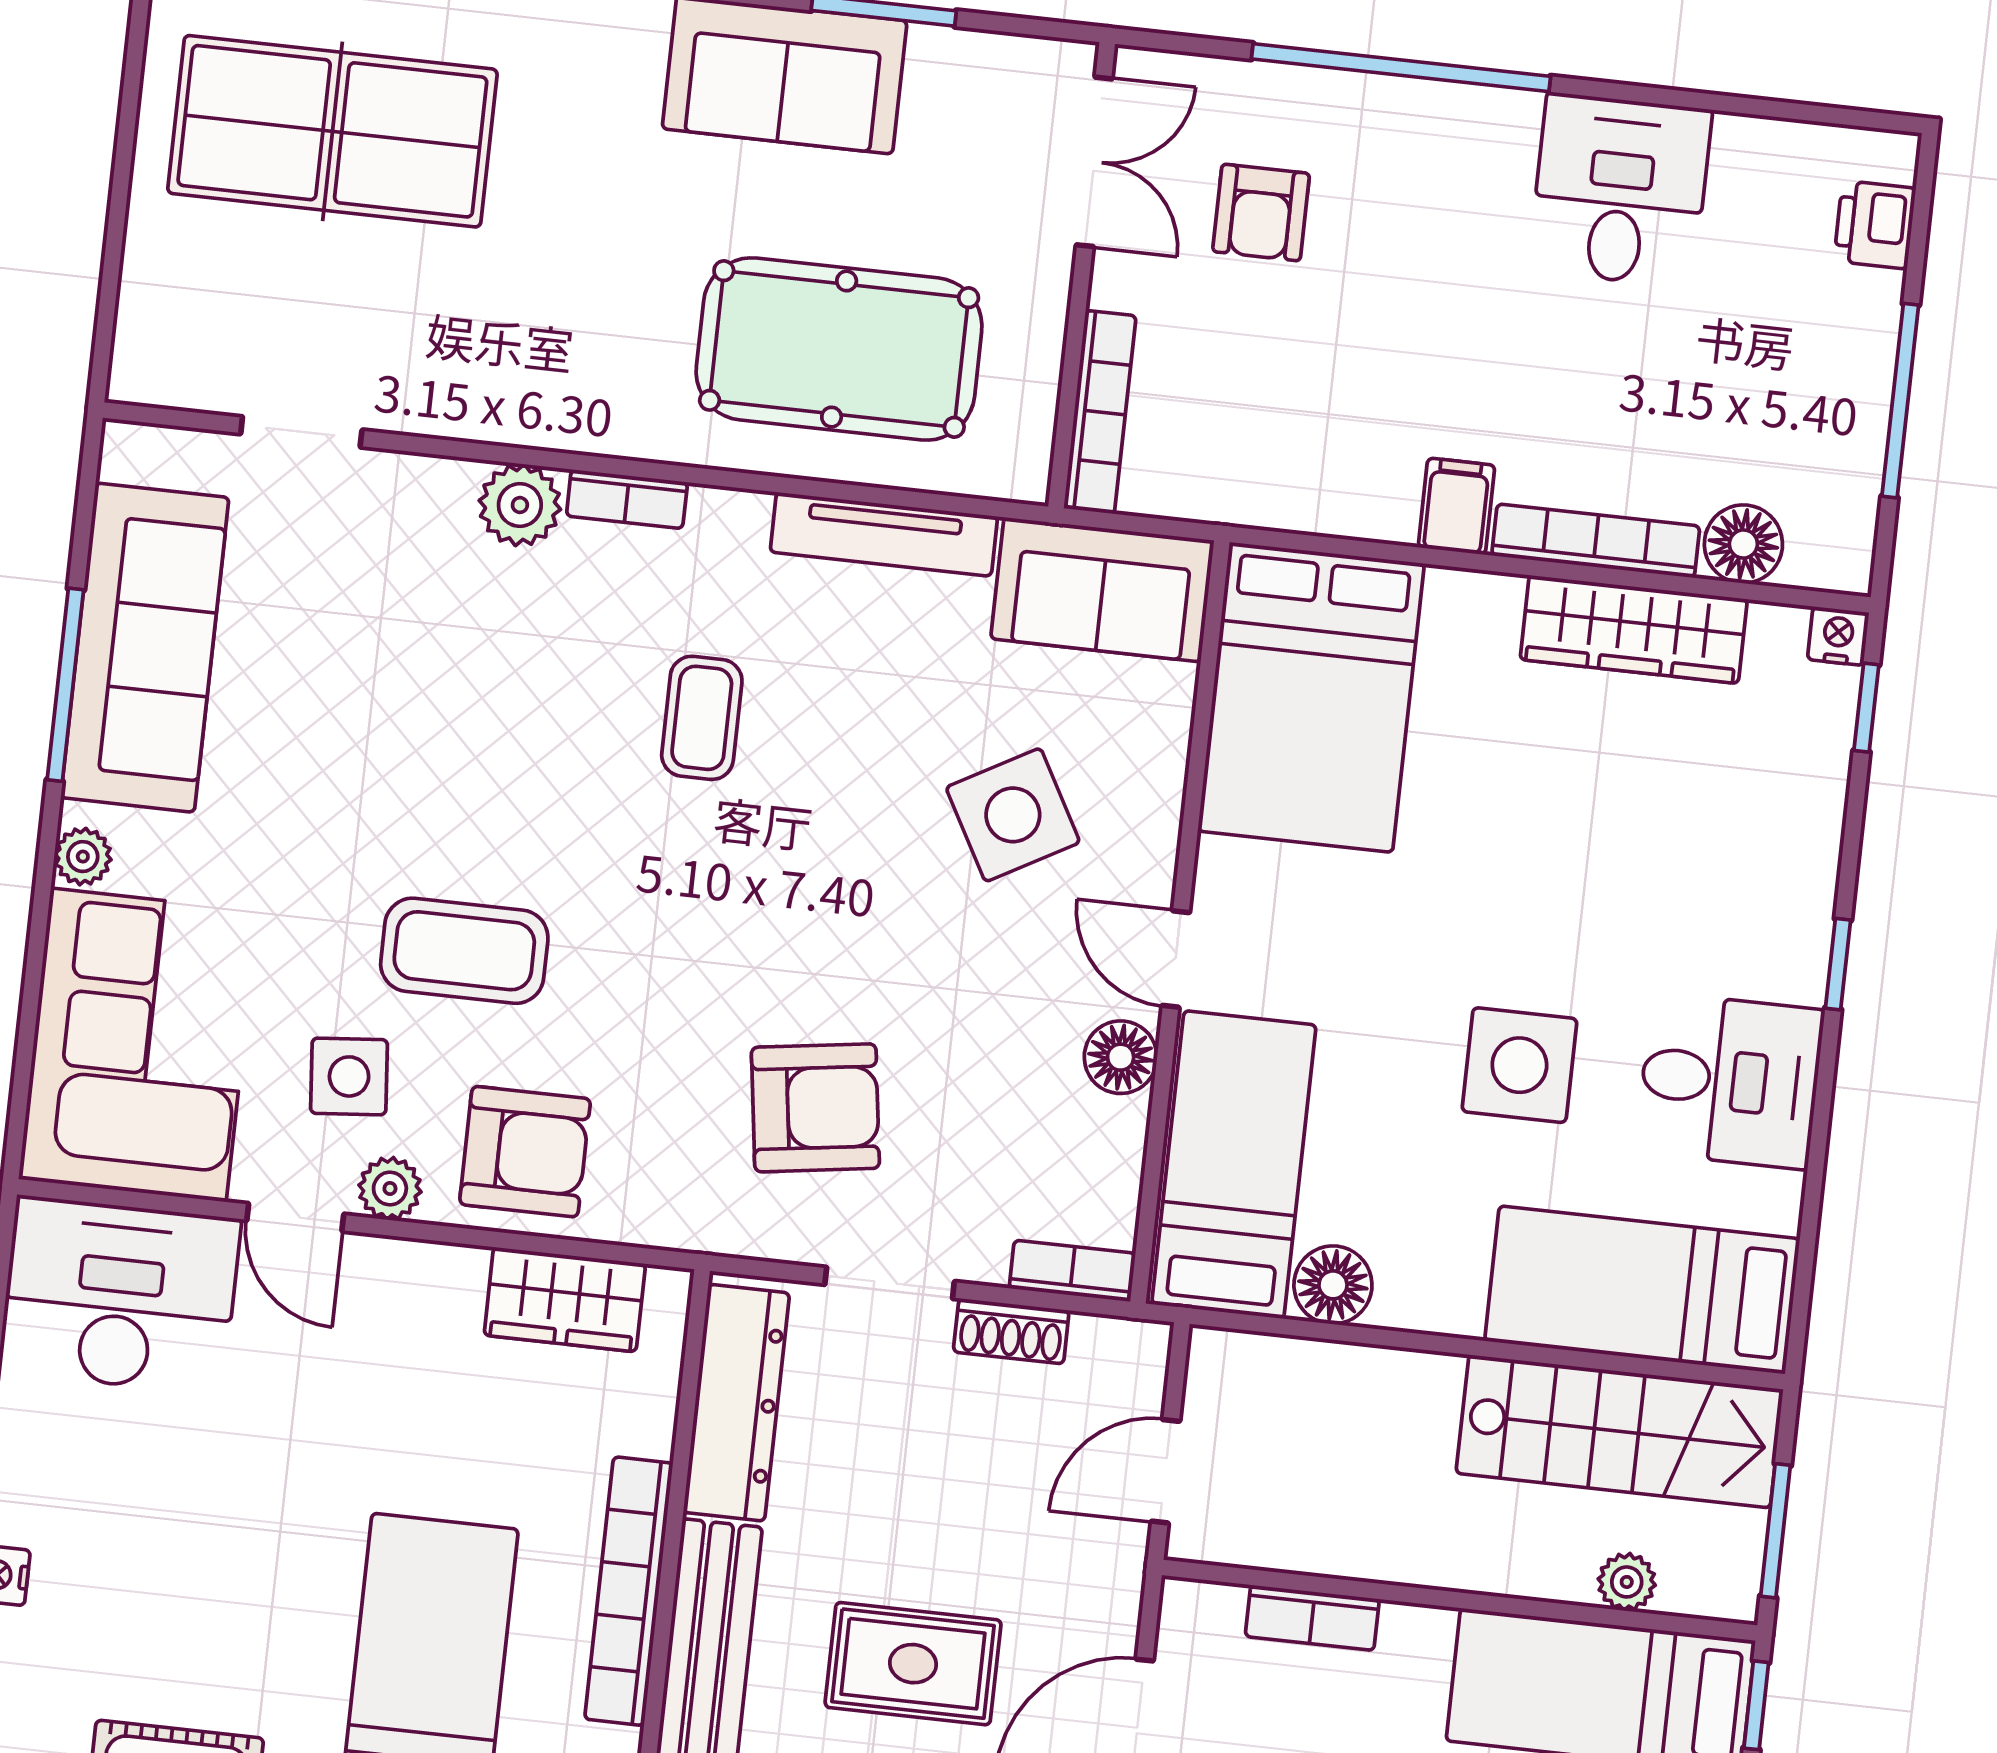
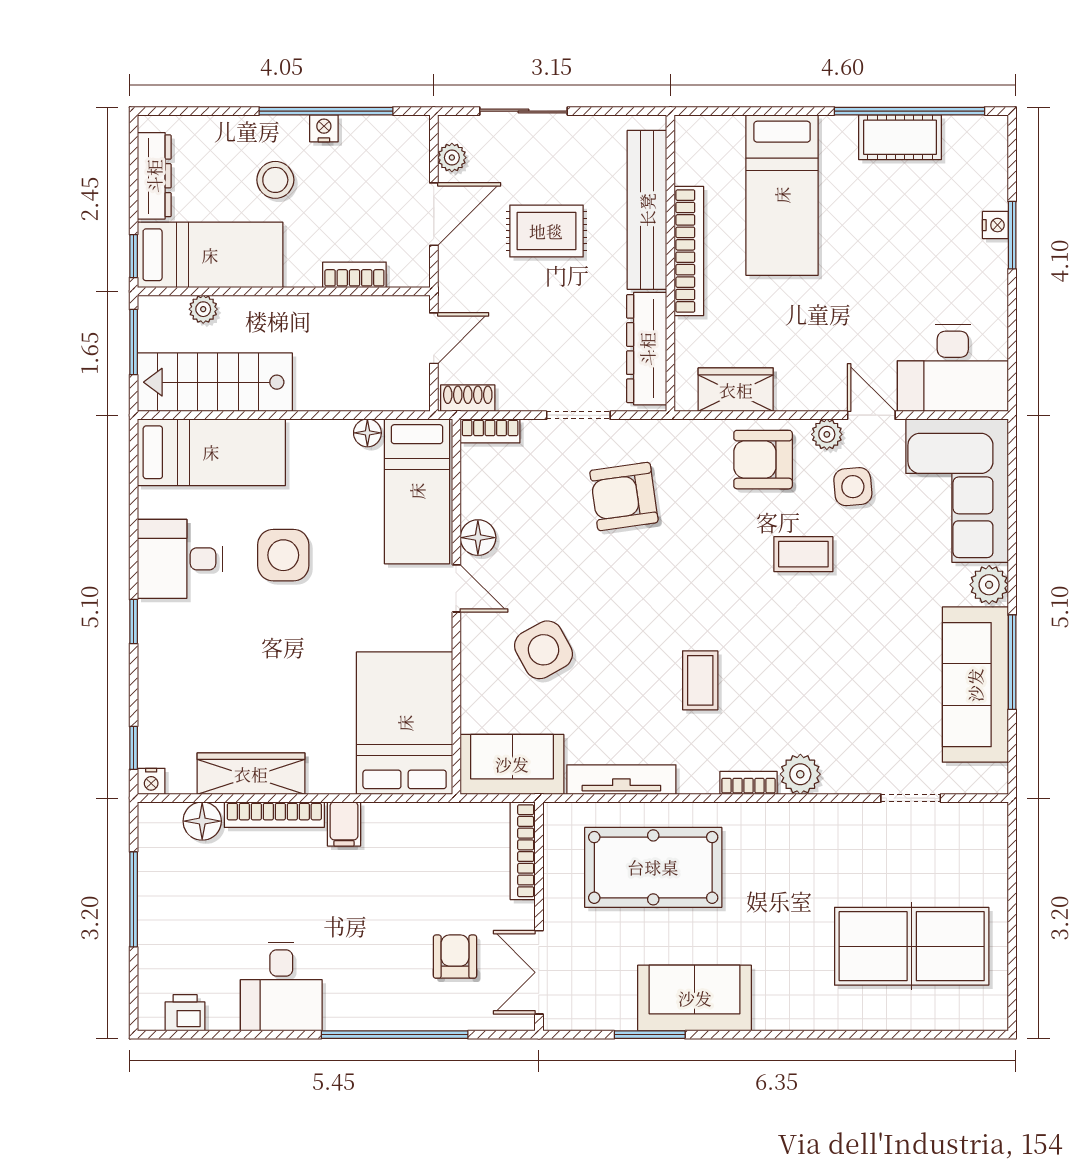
printer: (1875, 225) -> (185, 1013), moved, turned -90
plant: (83, 857) -> (989, 585), width x1.38, depth x1.38
coffee table: (464, 951) -> (803, 554), width x0.73, depth x0.77
floor lamp: (1333, 1285) -> (367, 433), width x0.73, depth x0.73
shoe rack: (1011, 1331) -> (468, 398), moved

